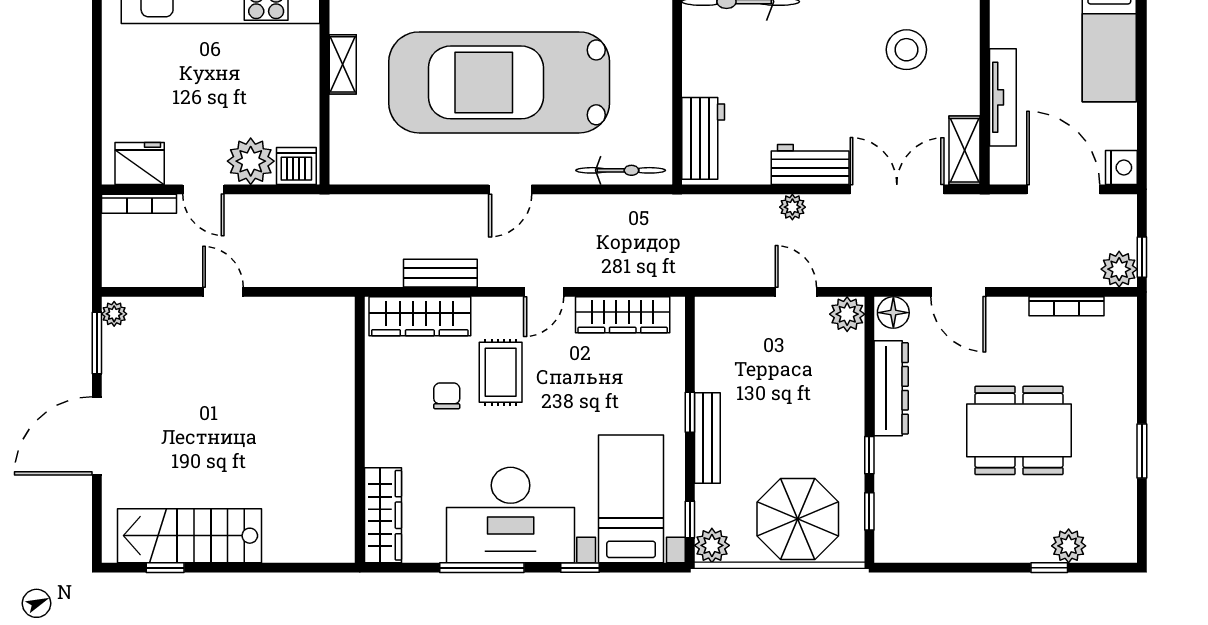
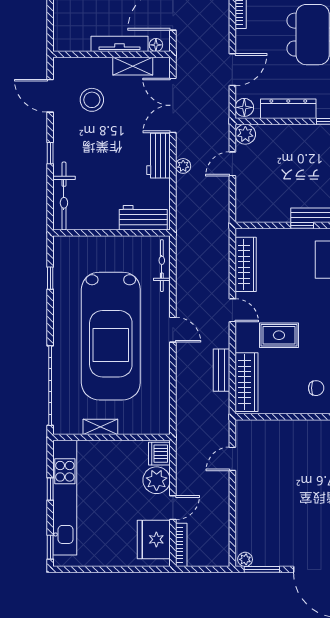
shelving: (965, 150) -> (133, 66), moved
floor lamp: (1001, 160) -> (156, 45), added
fridge: (140, 163) -> (154, 539), width x1.36, depth x1.34
door: (223, 292) -> (232, 459), moved
chair: (447, 396) -> (316, 388), moved, turned 180

